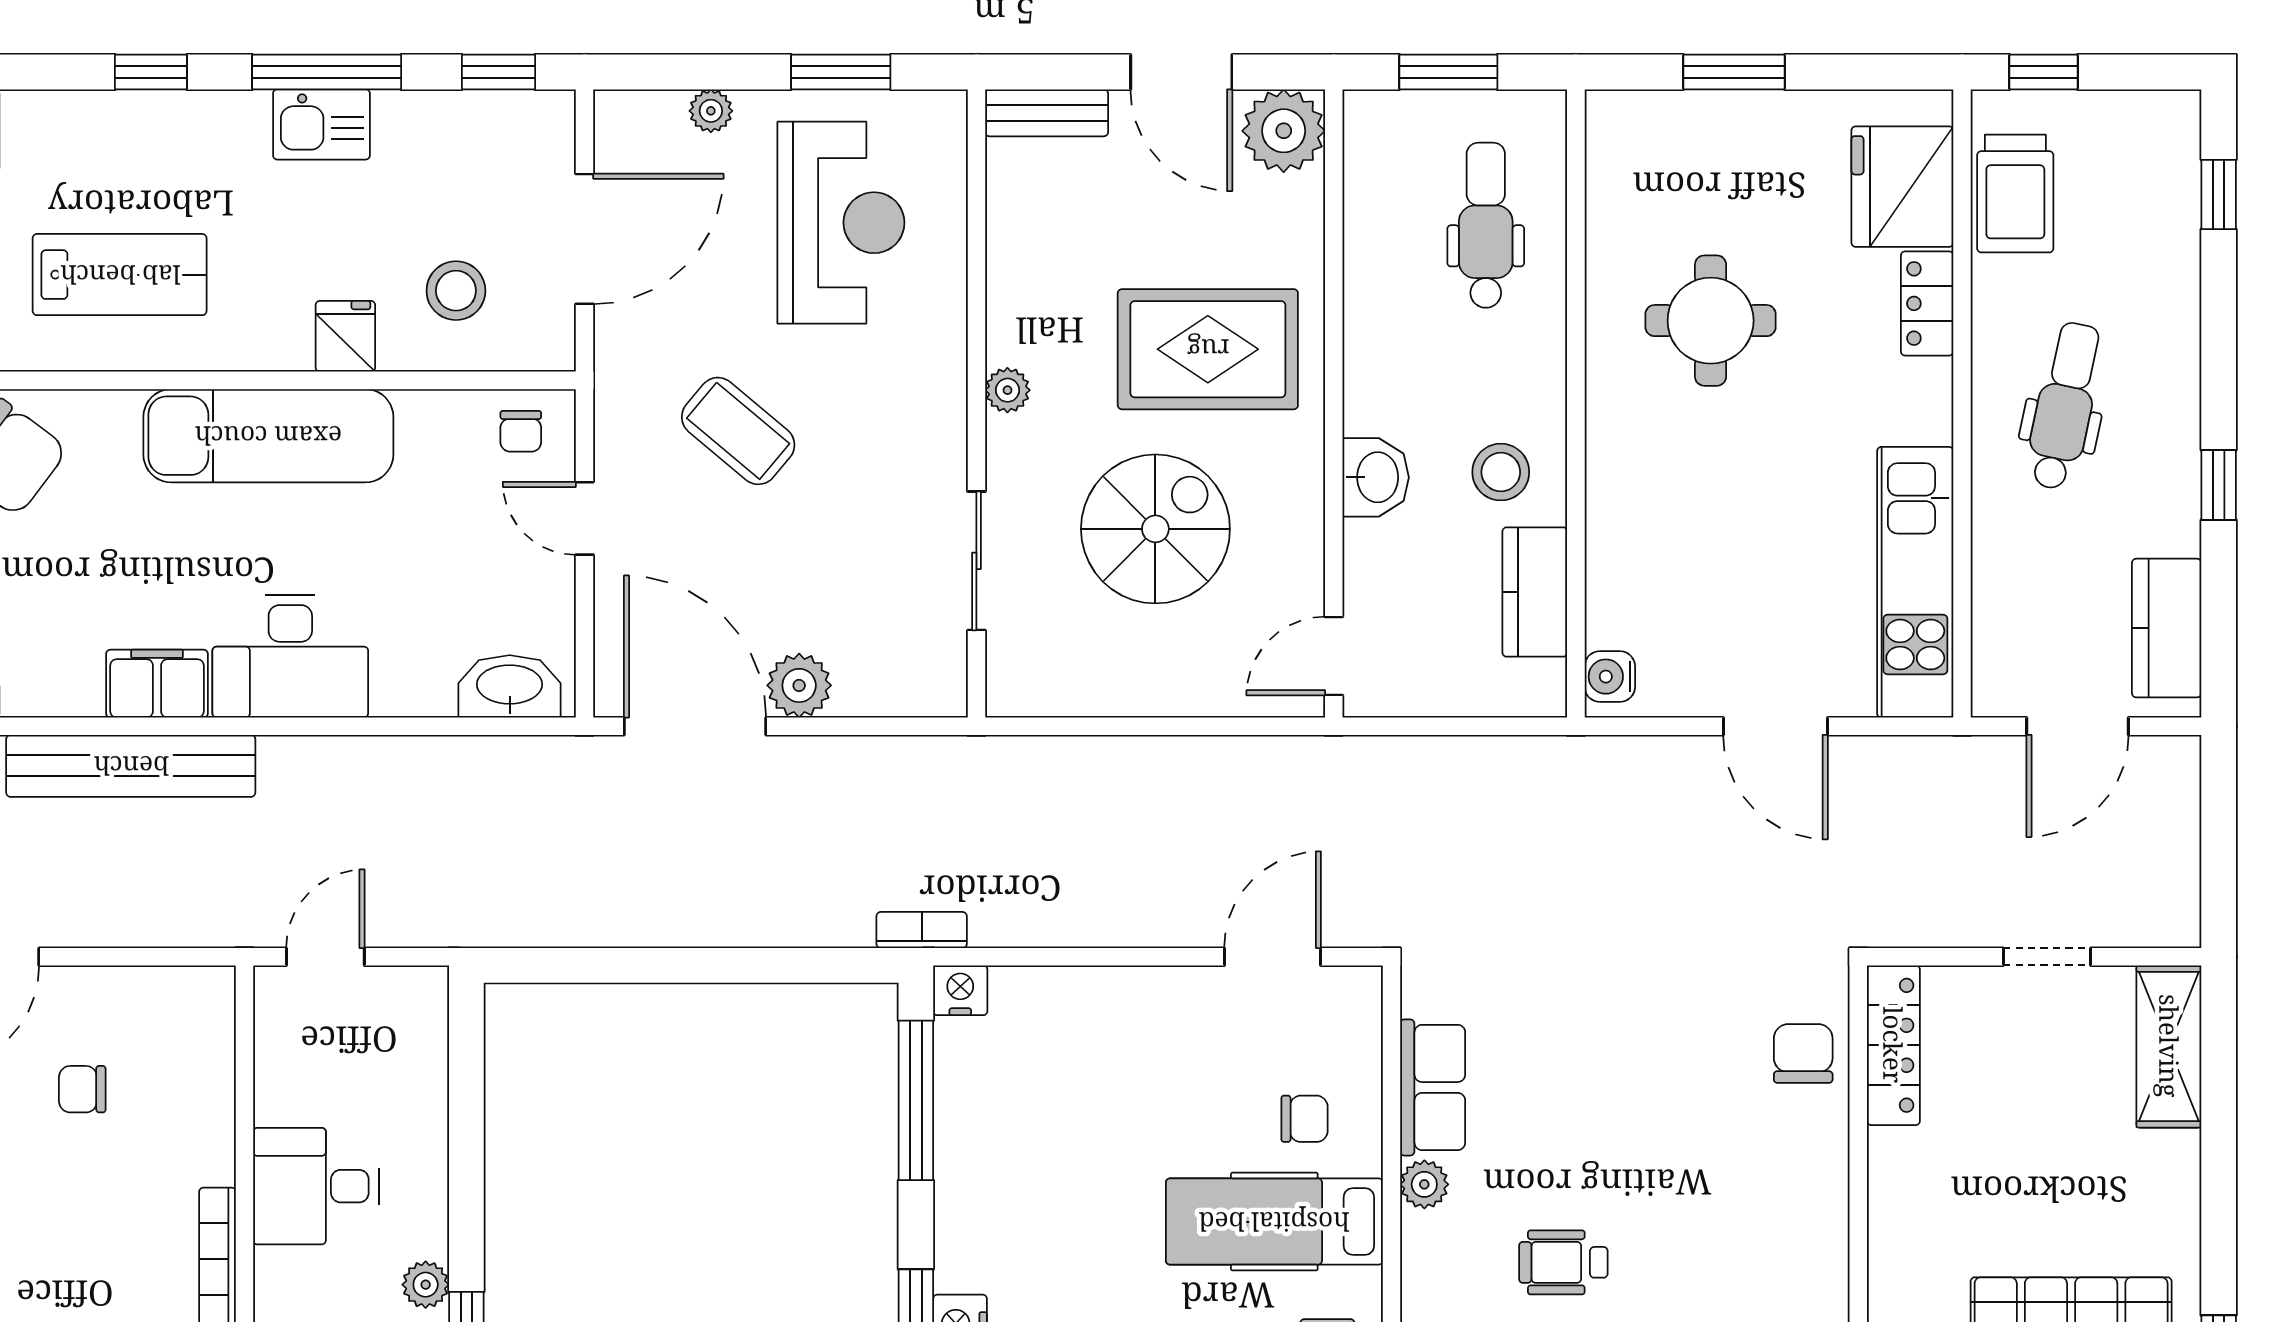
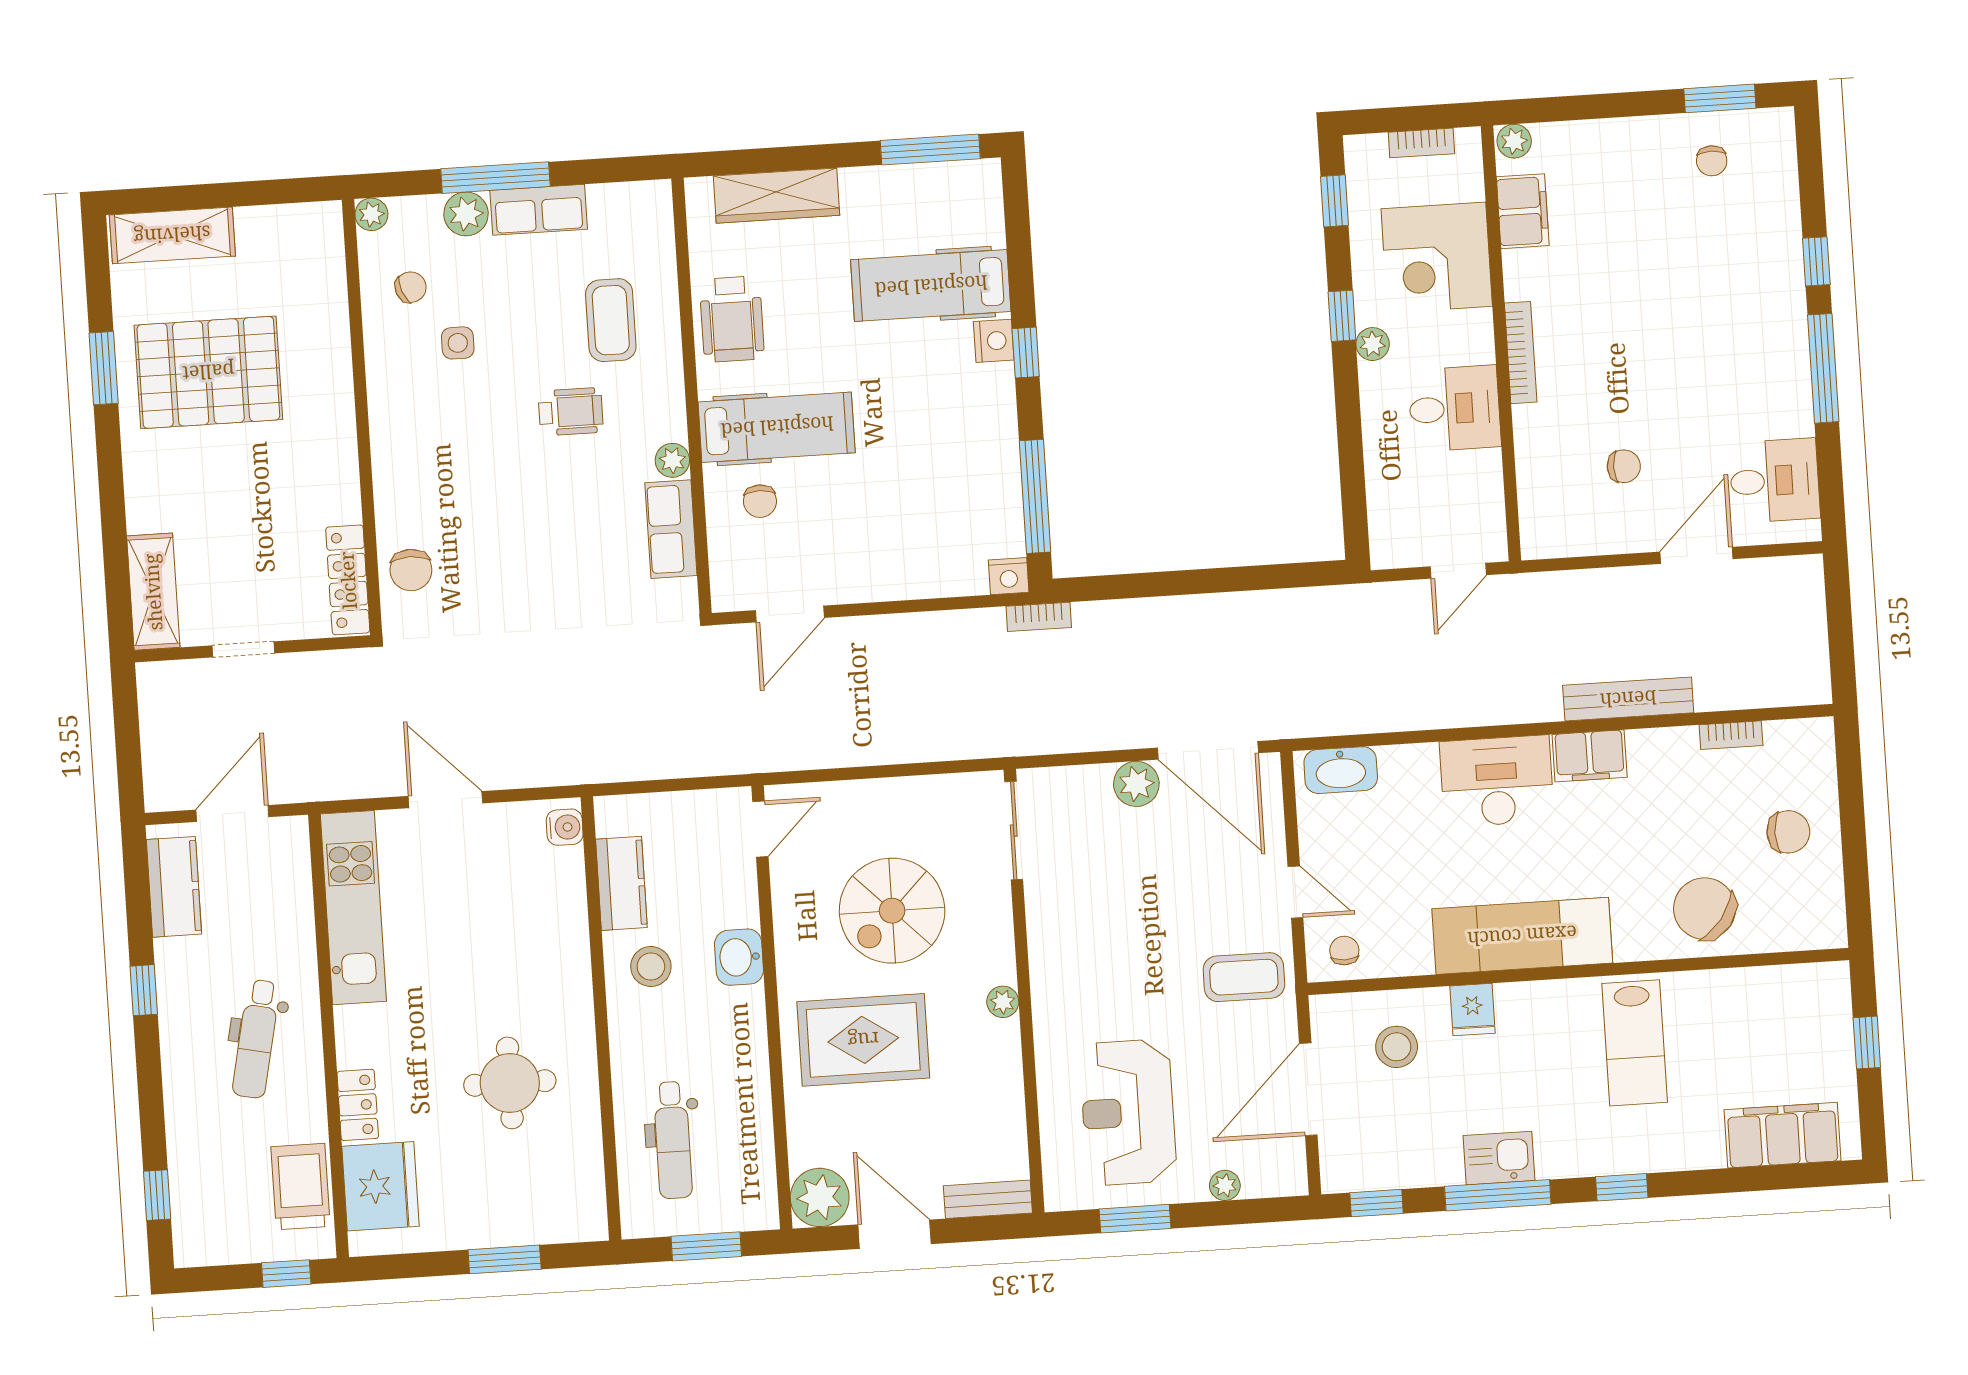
lab bench: (120, 275) -> (1635, 1043), turned -90
coffee table: (738, 431) -> (1244, 977), moved, turned -40
sliding door: (976, 561) -> (1014, 831), moved
bench: (131, 766) -> (1628, 699), width x0.73, depth x0.82
chair: (1304, 1119) -> (760, 501), turned -90

